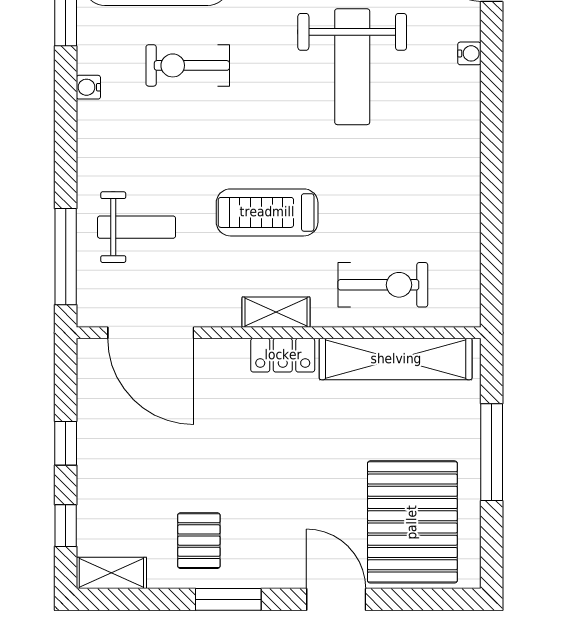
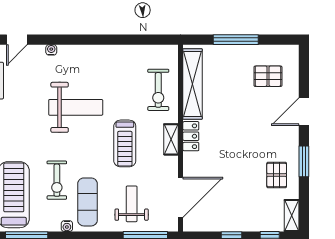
weight bench: (352, 67) -> (76, 107), moved
exercise mat: (141, 132) -> (87, 202), added
exercise bike: (383, 285) -> (158, 90), turned 180
pallet: (412, 522) -> (268, 76), width x0.49, depth x0.50
pallet: (199, 541) -> (277, 175), turned 90

